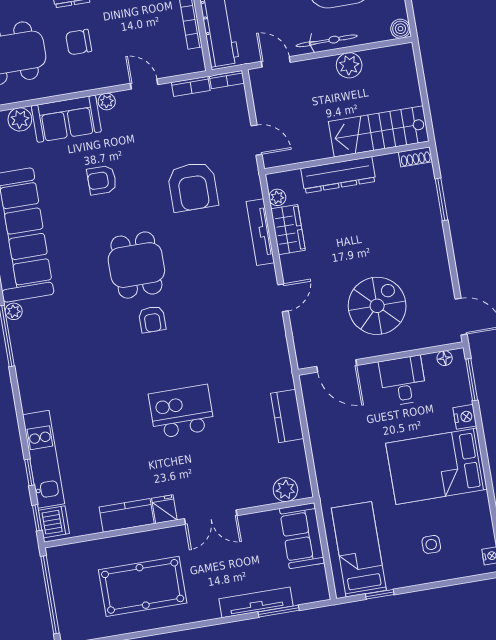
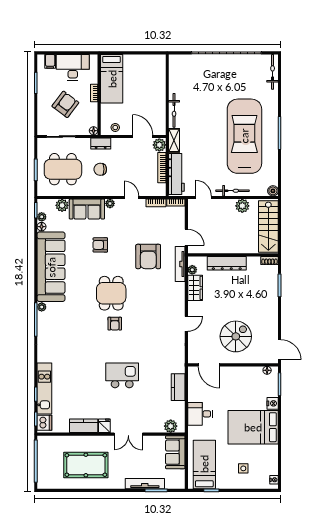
stairs: (379, 131) -> (268, 226), moved, turned -90
tv unit: (260, 232) -> (180, 264), moved
desk: (403, 381) -> (200, 414), moved, turned -90

